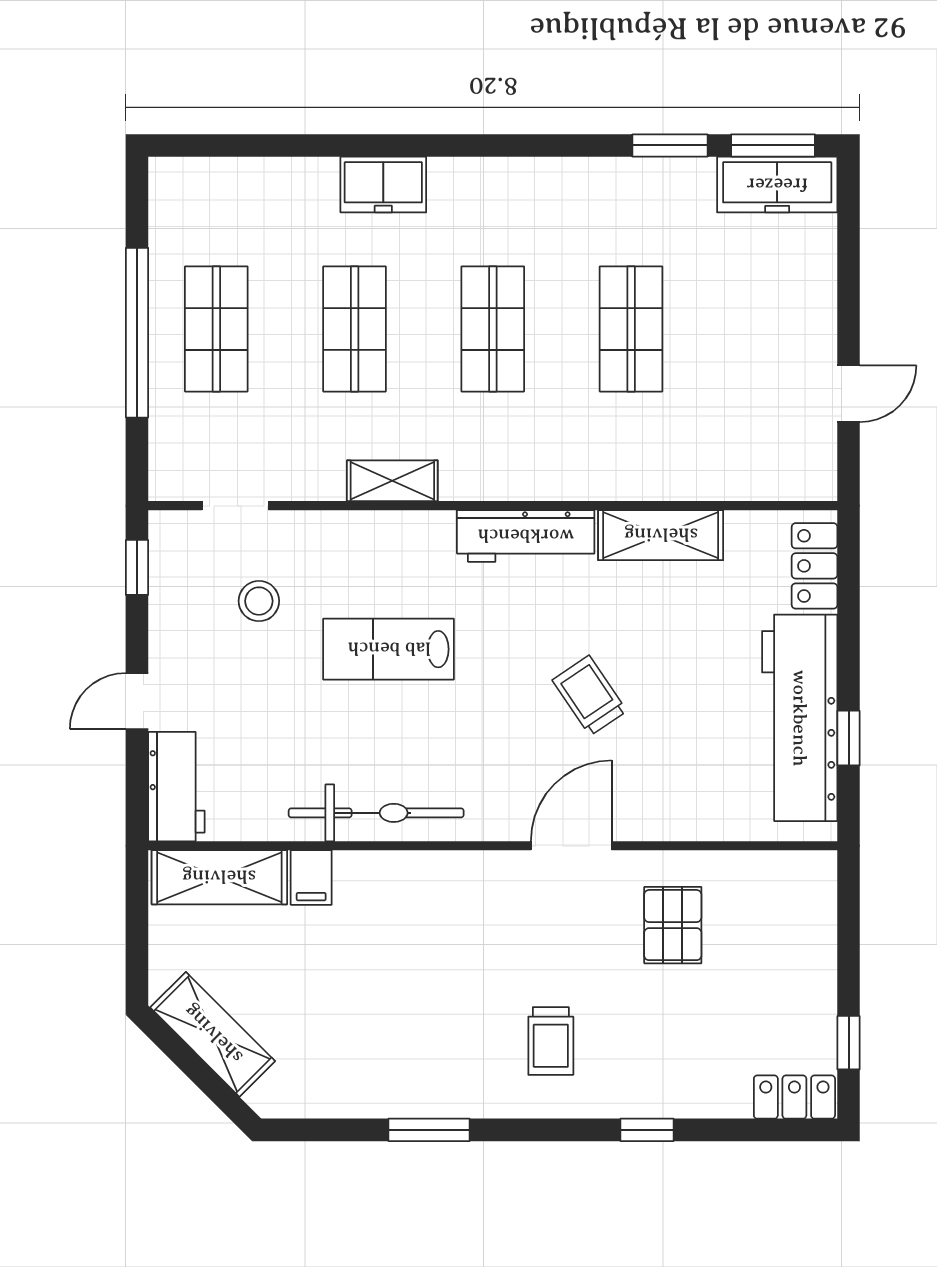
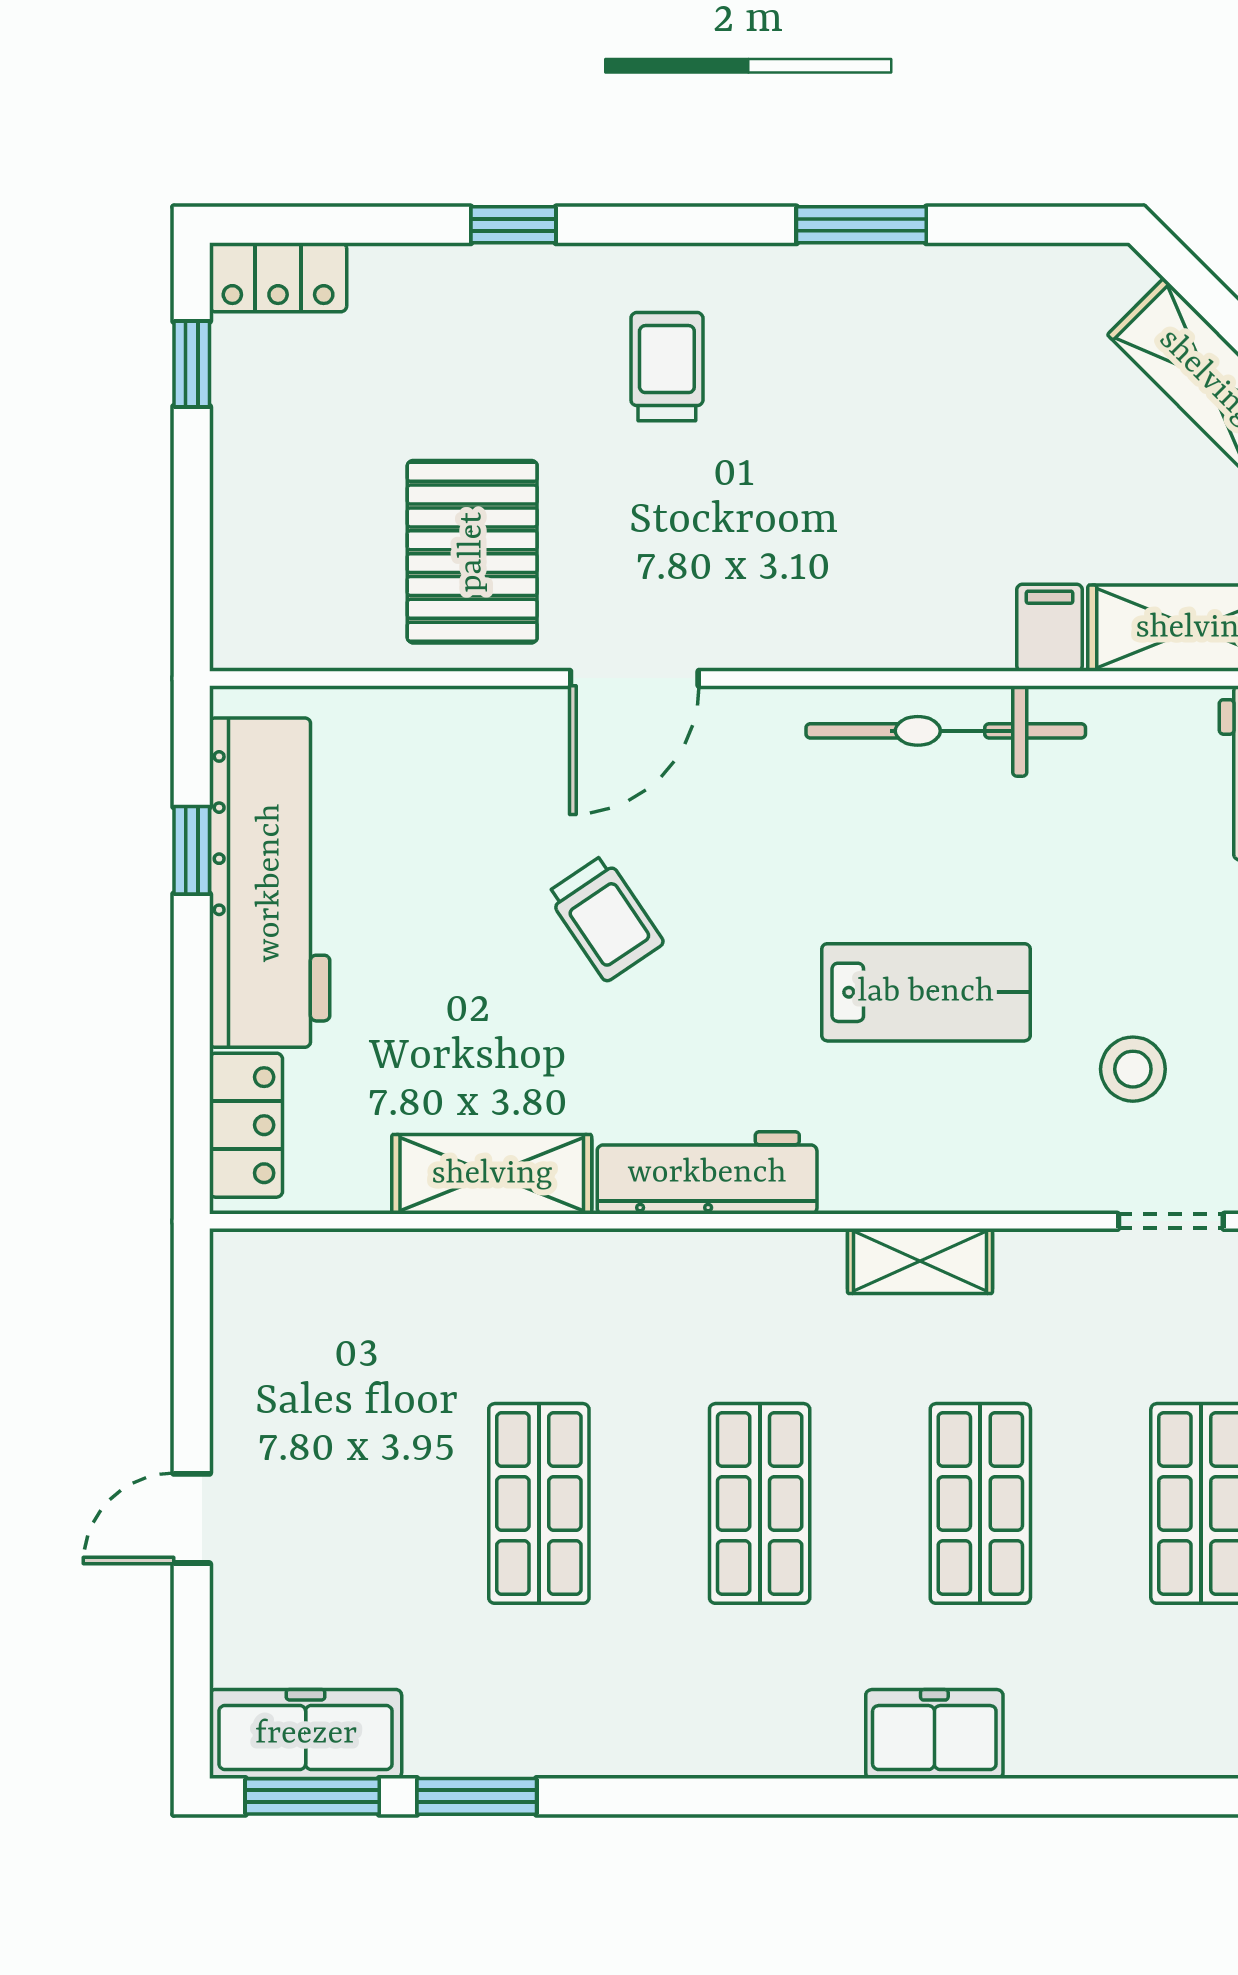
door: (849, 394) -> (192, 1518), moved
pallet: (673, 925) -> (472, 552), width x1.50, depth x1.42

